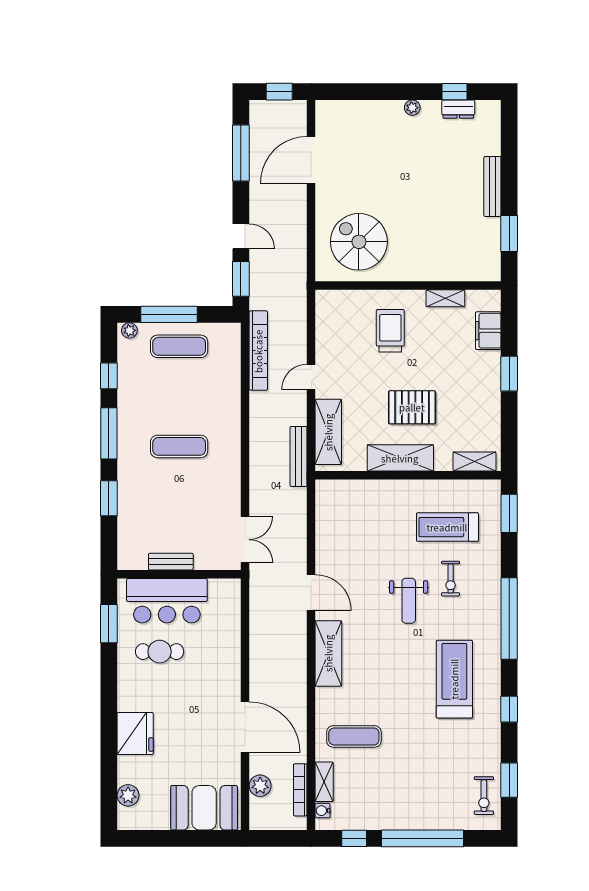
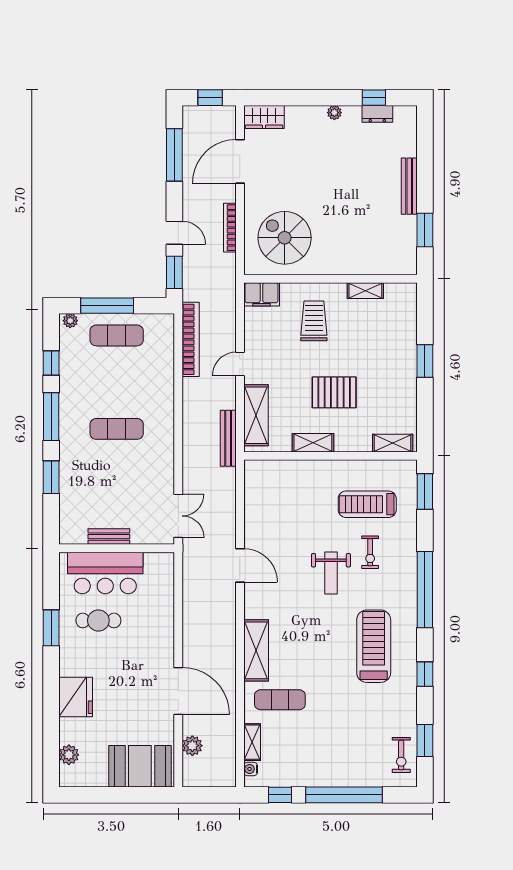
wardrobe: (337, 112) -> (264, 117), added
filing cabinet: (488, 331) -> (262, 294), moved, turned -90
shelving: (400, 458) -> (313, 443), width x0.67, depth x0.75
window: (109, 624) -> (51, 628), moved
shelving: (328, 653) -> (256, 650), moved
bookcase: (300, 790) -> (230, 228), moved

